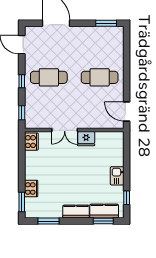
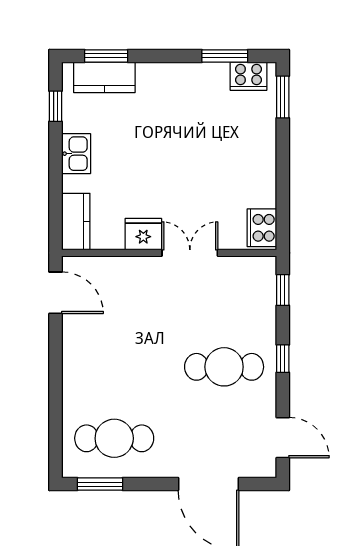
cafe table: (100, 77) -> (114, 438), moved
cooker: (31, 189) -> (249, 76), moved, turned -90
kitchen counter: (76, 212) -> (76, 222), moved, turned -90

